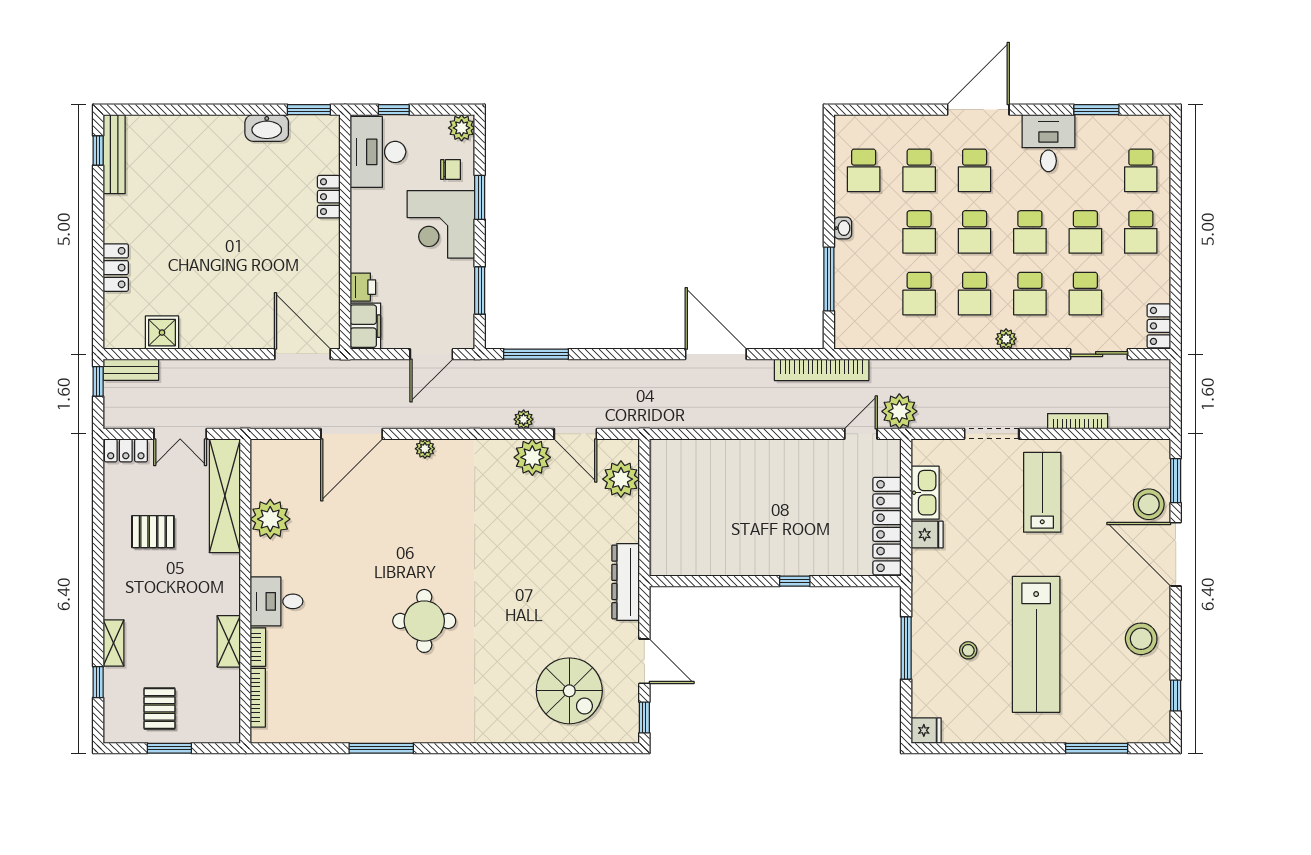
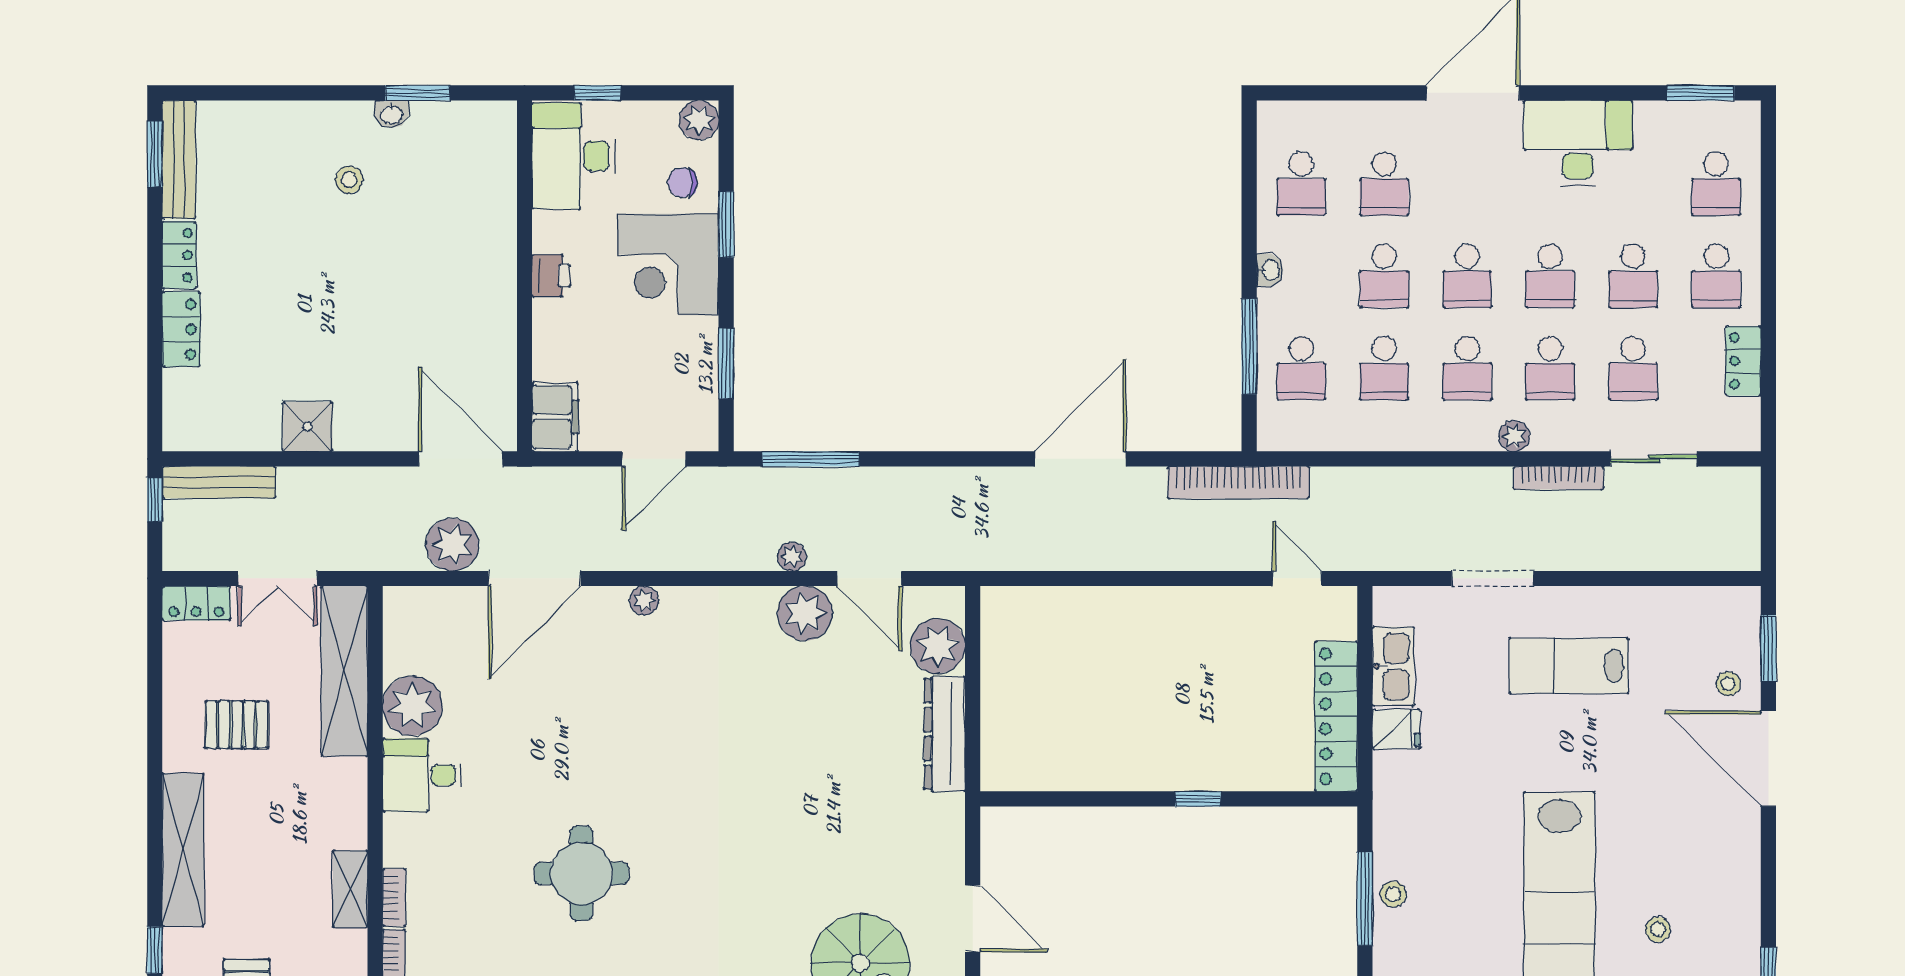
window: (309, 110) -> (418, 93), moved
window: (1096, 110) -> (1701, 93), moved
washbasin: (267, 128) -> (392, 114), width x0.52, depth x0.69
desk: (1048, 143) -> (1578, 143), width x1.37
window: (98, 151) -> (155, 154), width x1.50
stool: (228, 168) -> (349, 180), added
chair: (451, 170) -> (683, 182), turned 180
school desk: (975, 170) -> (1301, 368), moved
locker: (329, 197) -> (179, 255), moved, turned 180
printer: (363, 287) -> (551, 276), moved
locker: (1159, 326) -> (1743, 361), moved
shower: (162, 333) -> (307, 427), moved
door: (716, 354) -> (1080, 459), hinge flipped
bench: (131, 370) -> (219, 482), width x1.36
plant: (899, 411) -> (452, 545), moved
bookcase: (1078, 421) -> (1558, 478), moved, turned 180
door: (861, 434) -> (1297, 578), hinge flipped
lab bench: (1042, 492) -> (1569, 666), turned -90
stool: (1149, 504) -> (1728, 684), width x0.53, depth x0.53
dresser: (626, 582) -> (945, 734), moved
desk: (277, 601) -> (422, 775), moved
round table: (424, 621) -> (581, 873), moved
stool: (1141, 639) -> (1658, 929), moved, width x0.53, depth x0.53
shelving: (114, 643) -> (183, 850), width x2.20, depth x1.33
stool: (968, 650) -> (1393, 894), moved

